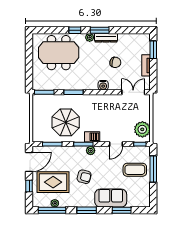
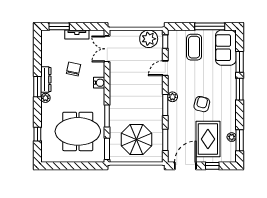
window: (75, 30) -> (37, 134), moved
meeting table: (59, 53) -> (78, 131), moved, turned 90
parasol: (66, 122) -> (137, 140), moved
barbecue: (92, 137) -> (157, 95), removed
door: (116, 144) -> (165, 68), swing flipped
door: (29, 162) -> (185, 166), hinge flipped
window: (153, 169) -> (210, 26), moved
sofa: (111, 198) -> (226, 48), moved
window: (52, 210) -> (240, 140), width x0.69
window: (87, 210) -> (240, 89), moved

